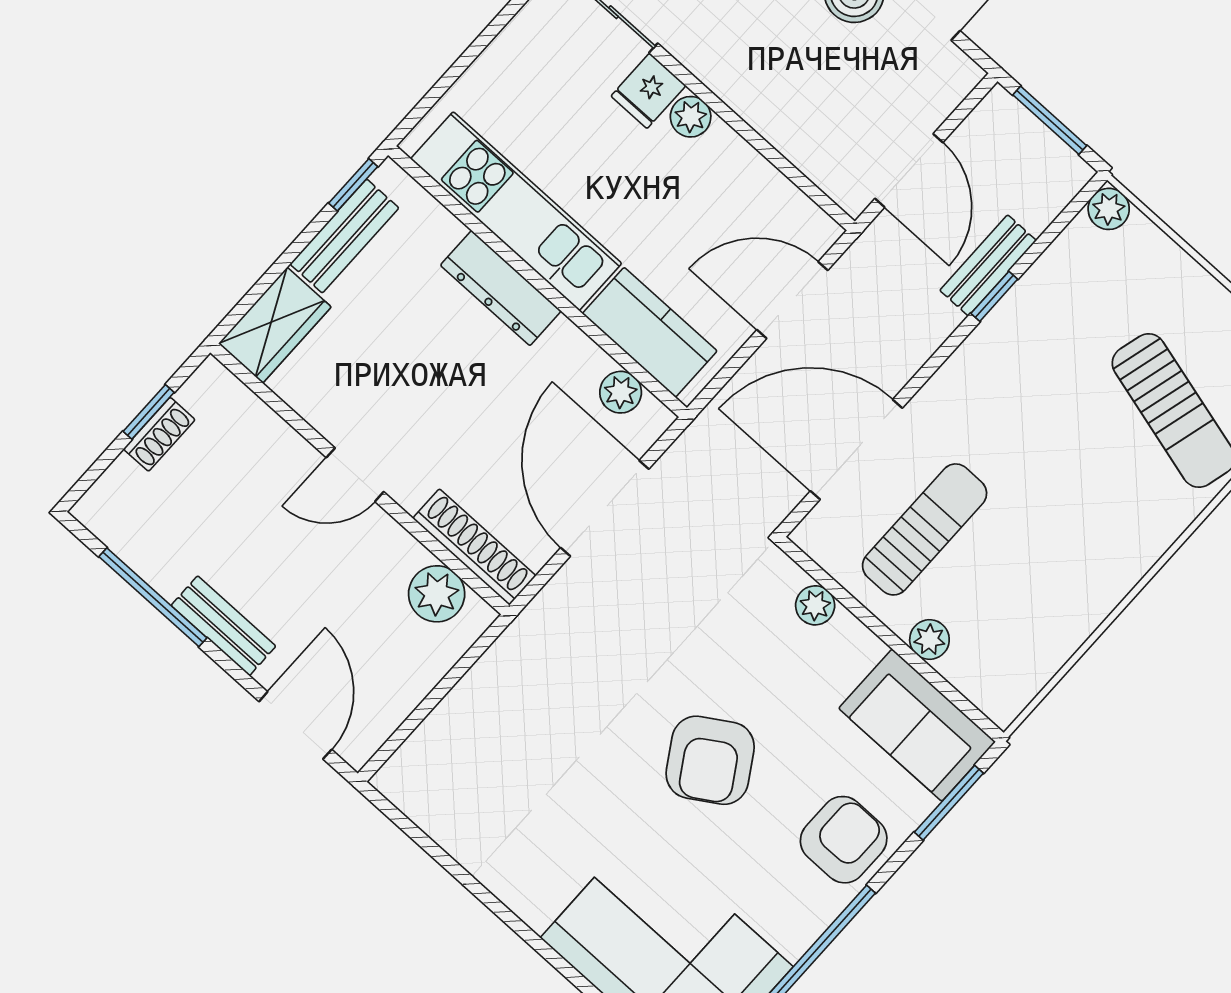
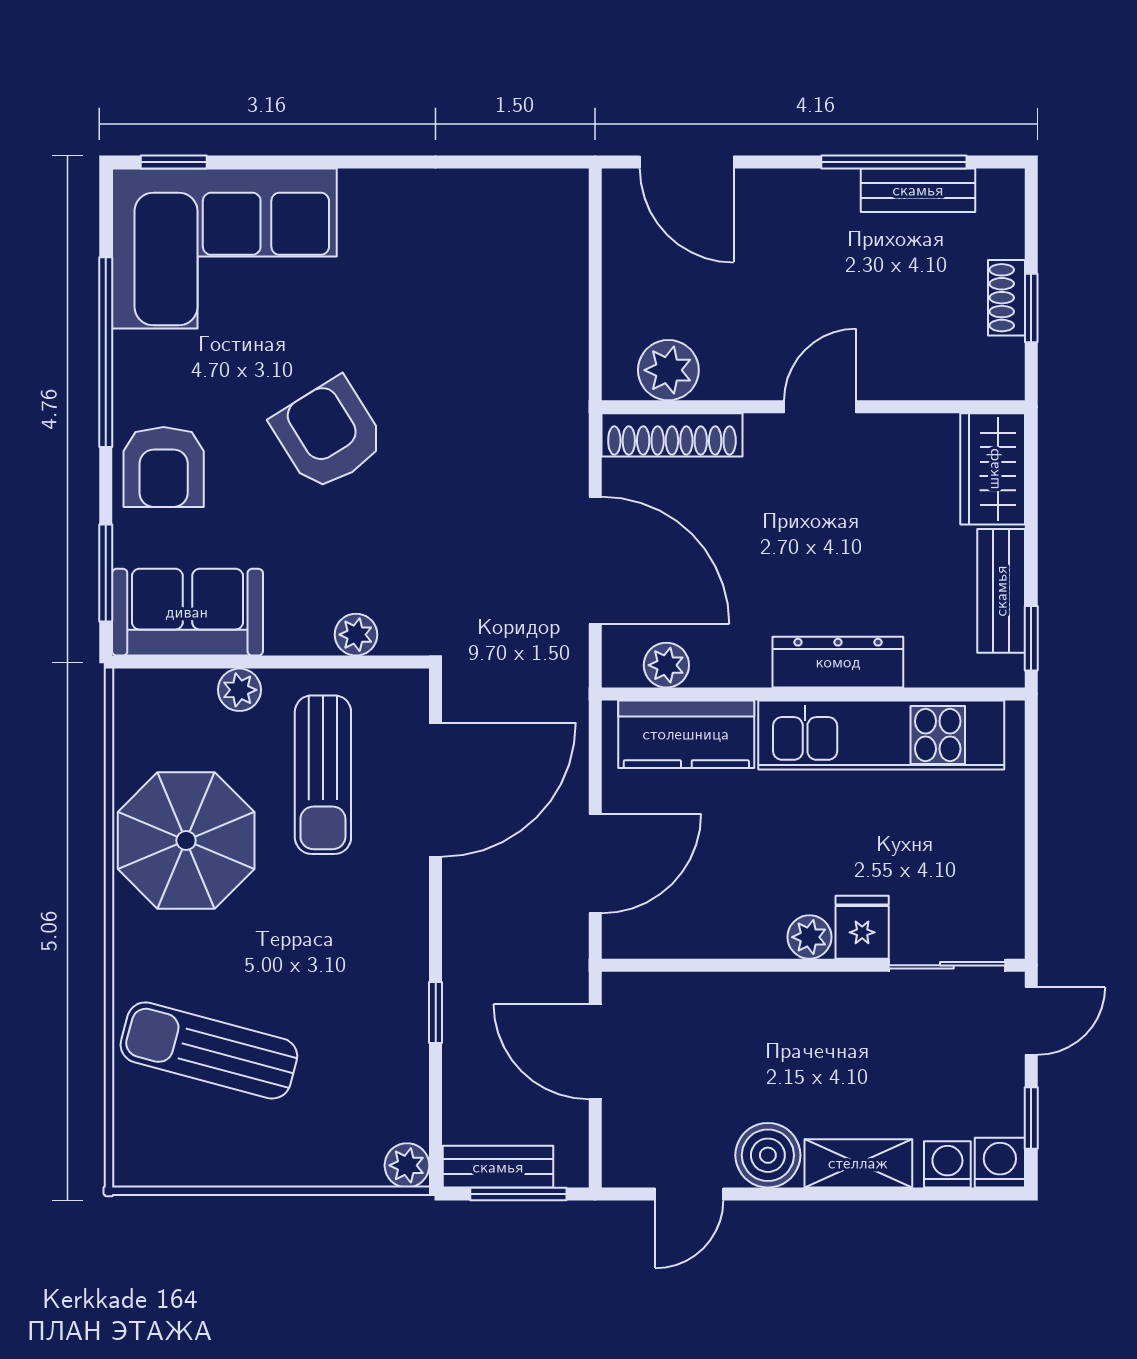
bench: (988, 265) -> (498, 1167), moved, turned 90
parasol: (1059, 569) -> (186, 840), added
bench: (223, 626) -> (918, 190), moved

